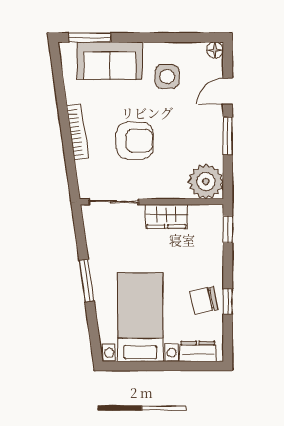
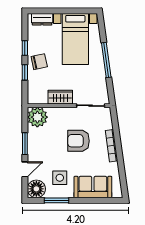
window: (90, 38) -> (56, 200), moved
floor lamp: (215, 50) -> (36, 189), width x1.89, depth x1.89
window: (228, 229) -> (25, 72), moved
window: (87, 281) -> (106, 60), width x1.44
chair: (204, 301) -> (39, 62), moved

